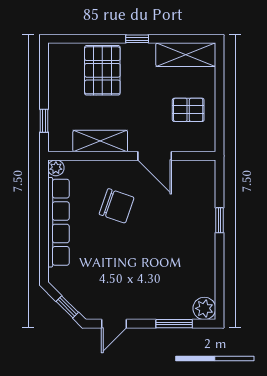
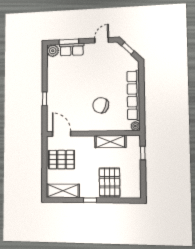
pallet: (188, 110) -> (61, 160), width x1.50, depth x1.42
door: (155, 156) -> (62, 134), moved
row of seats: (169, 309) -> (72, 50), added

